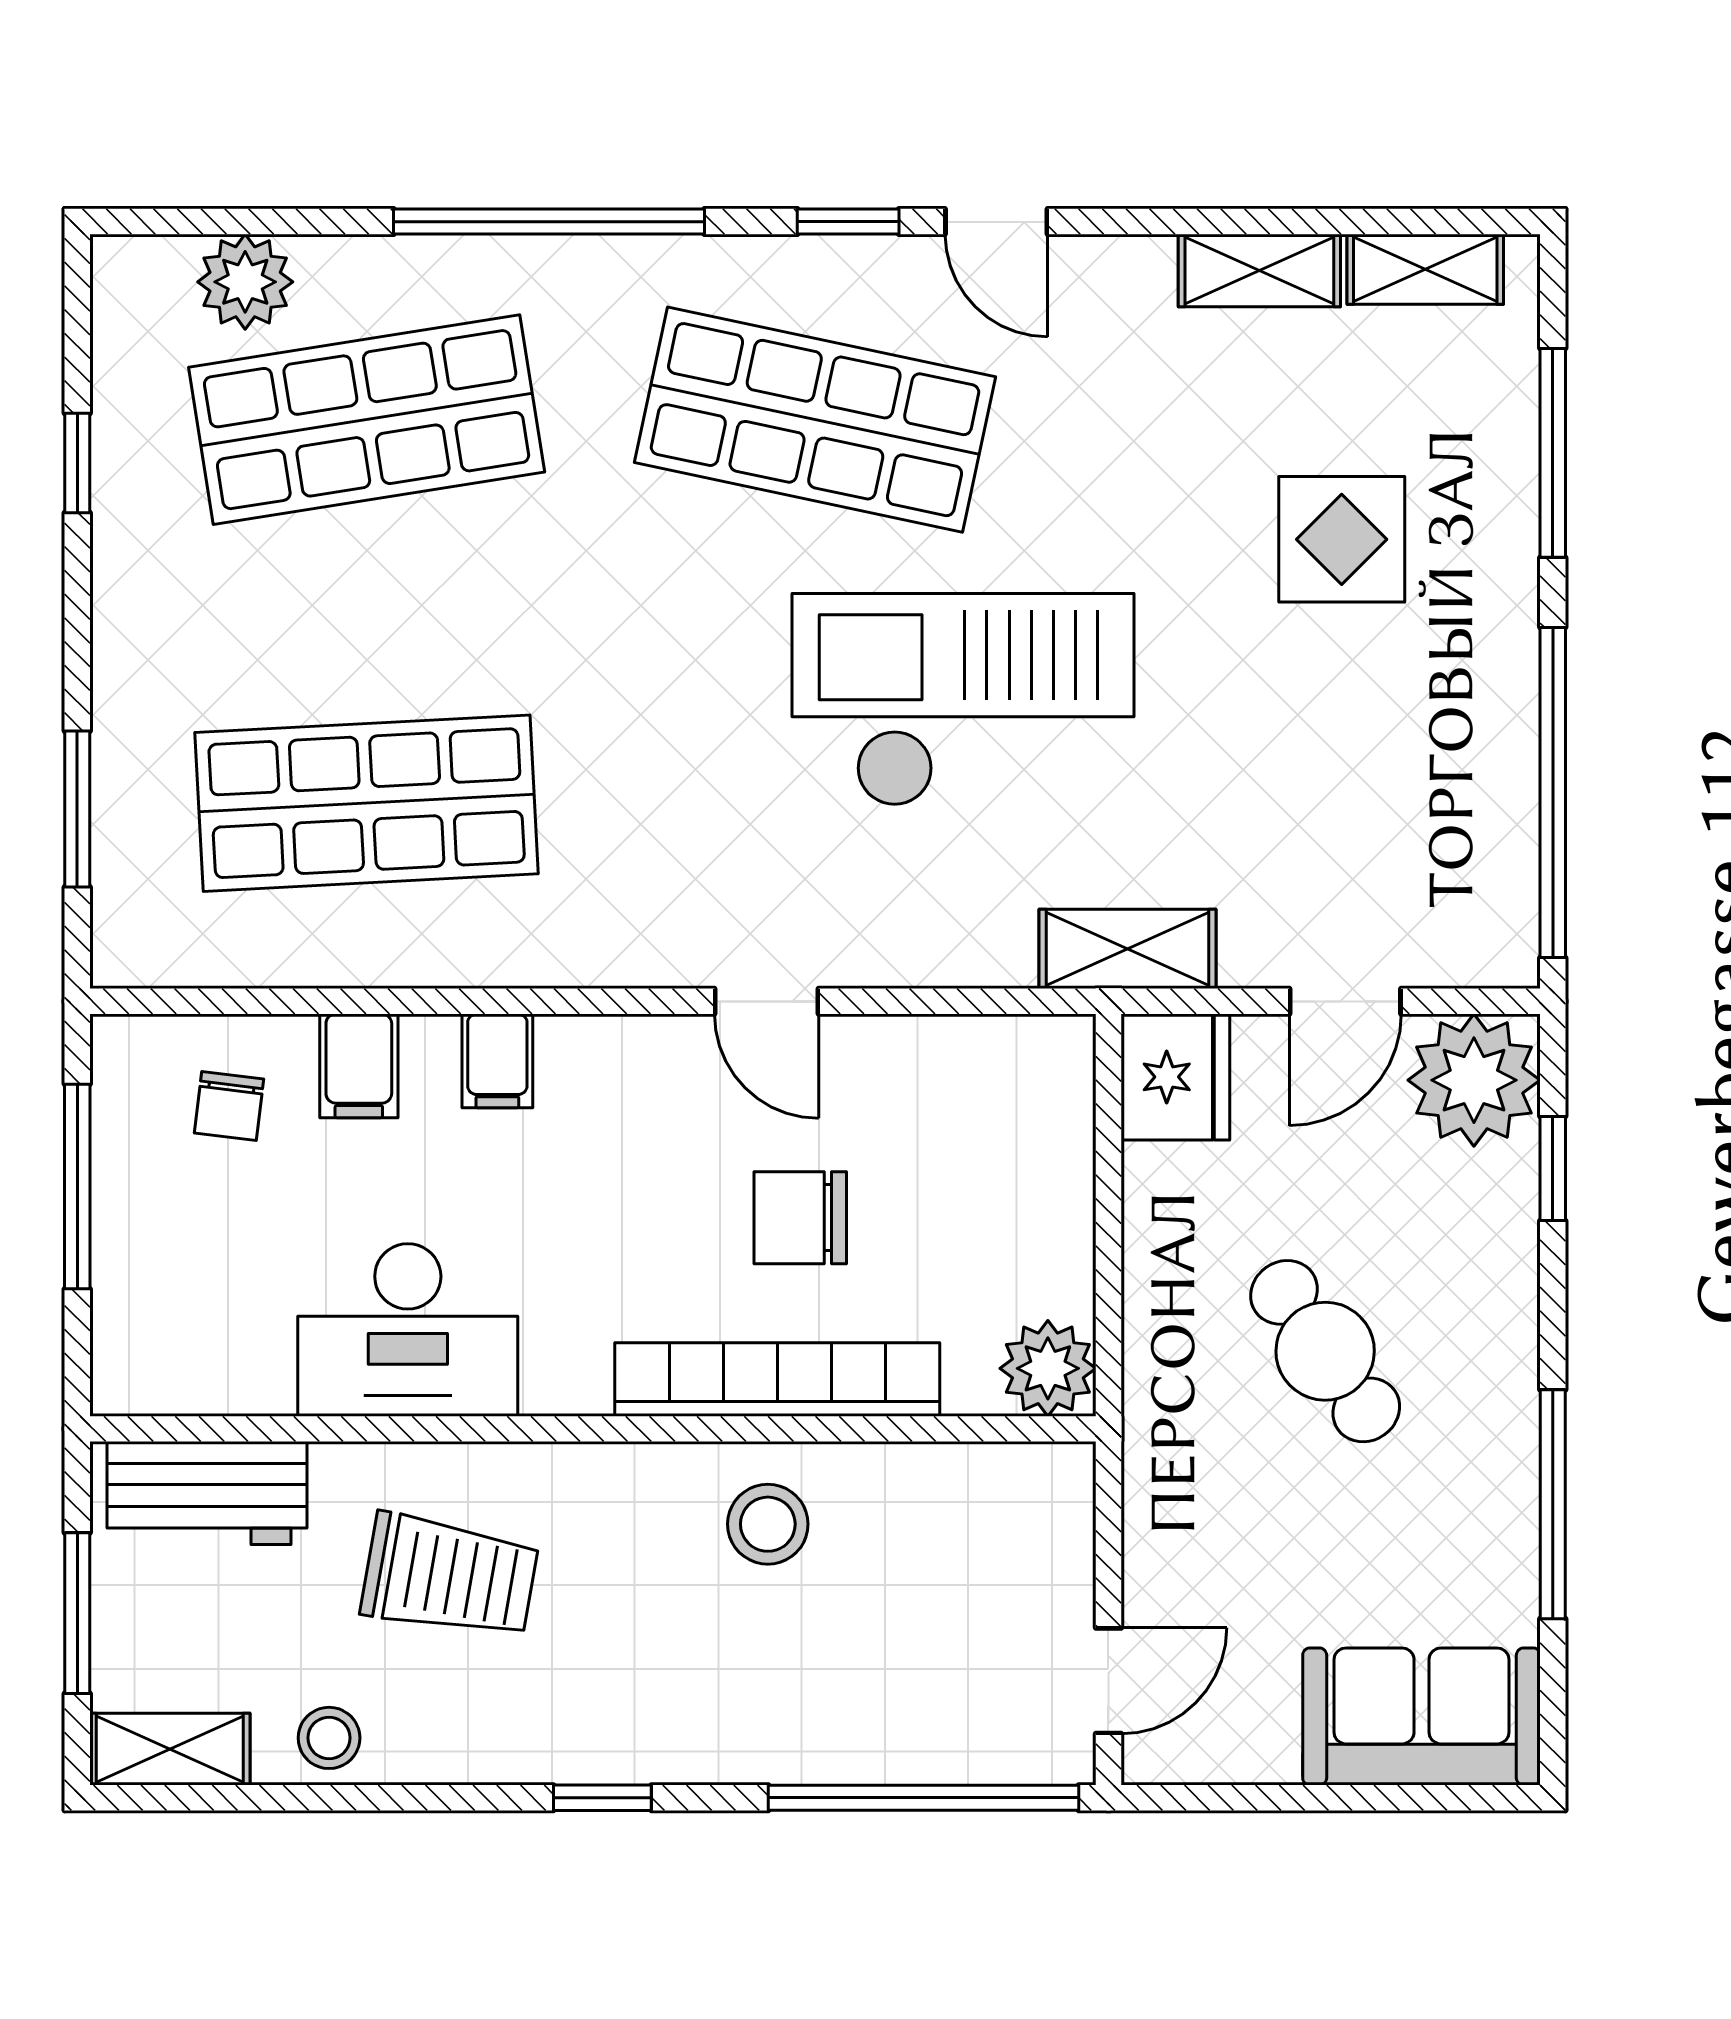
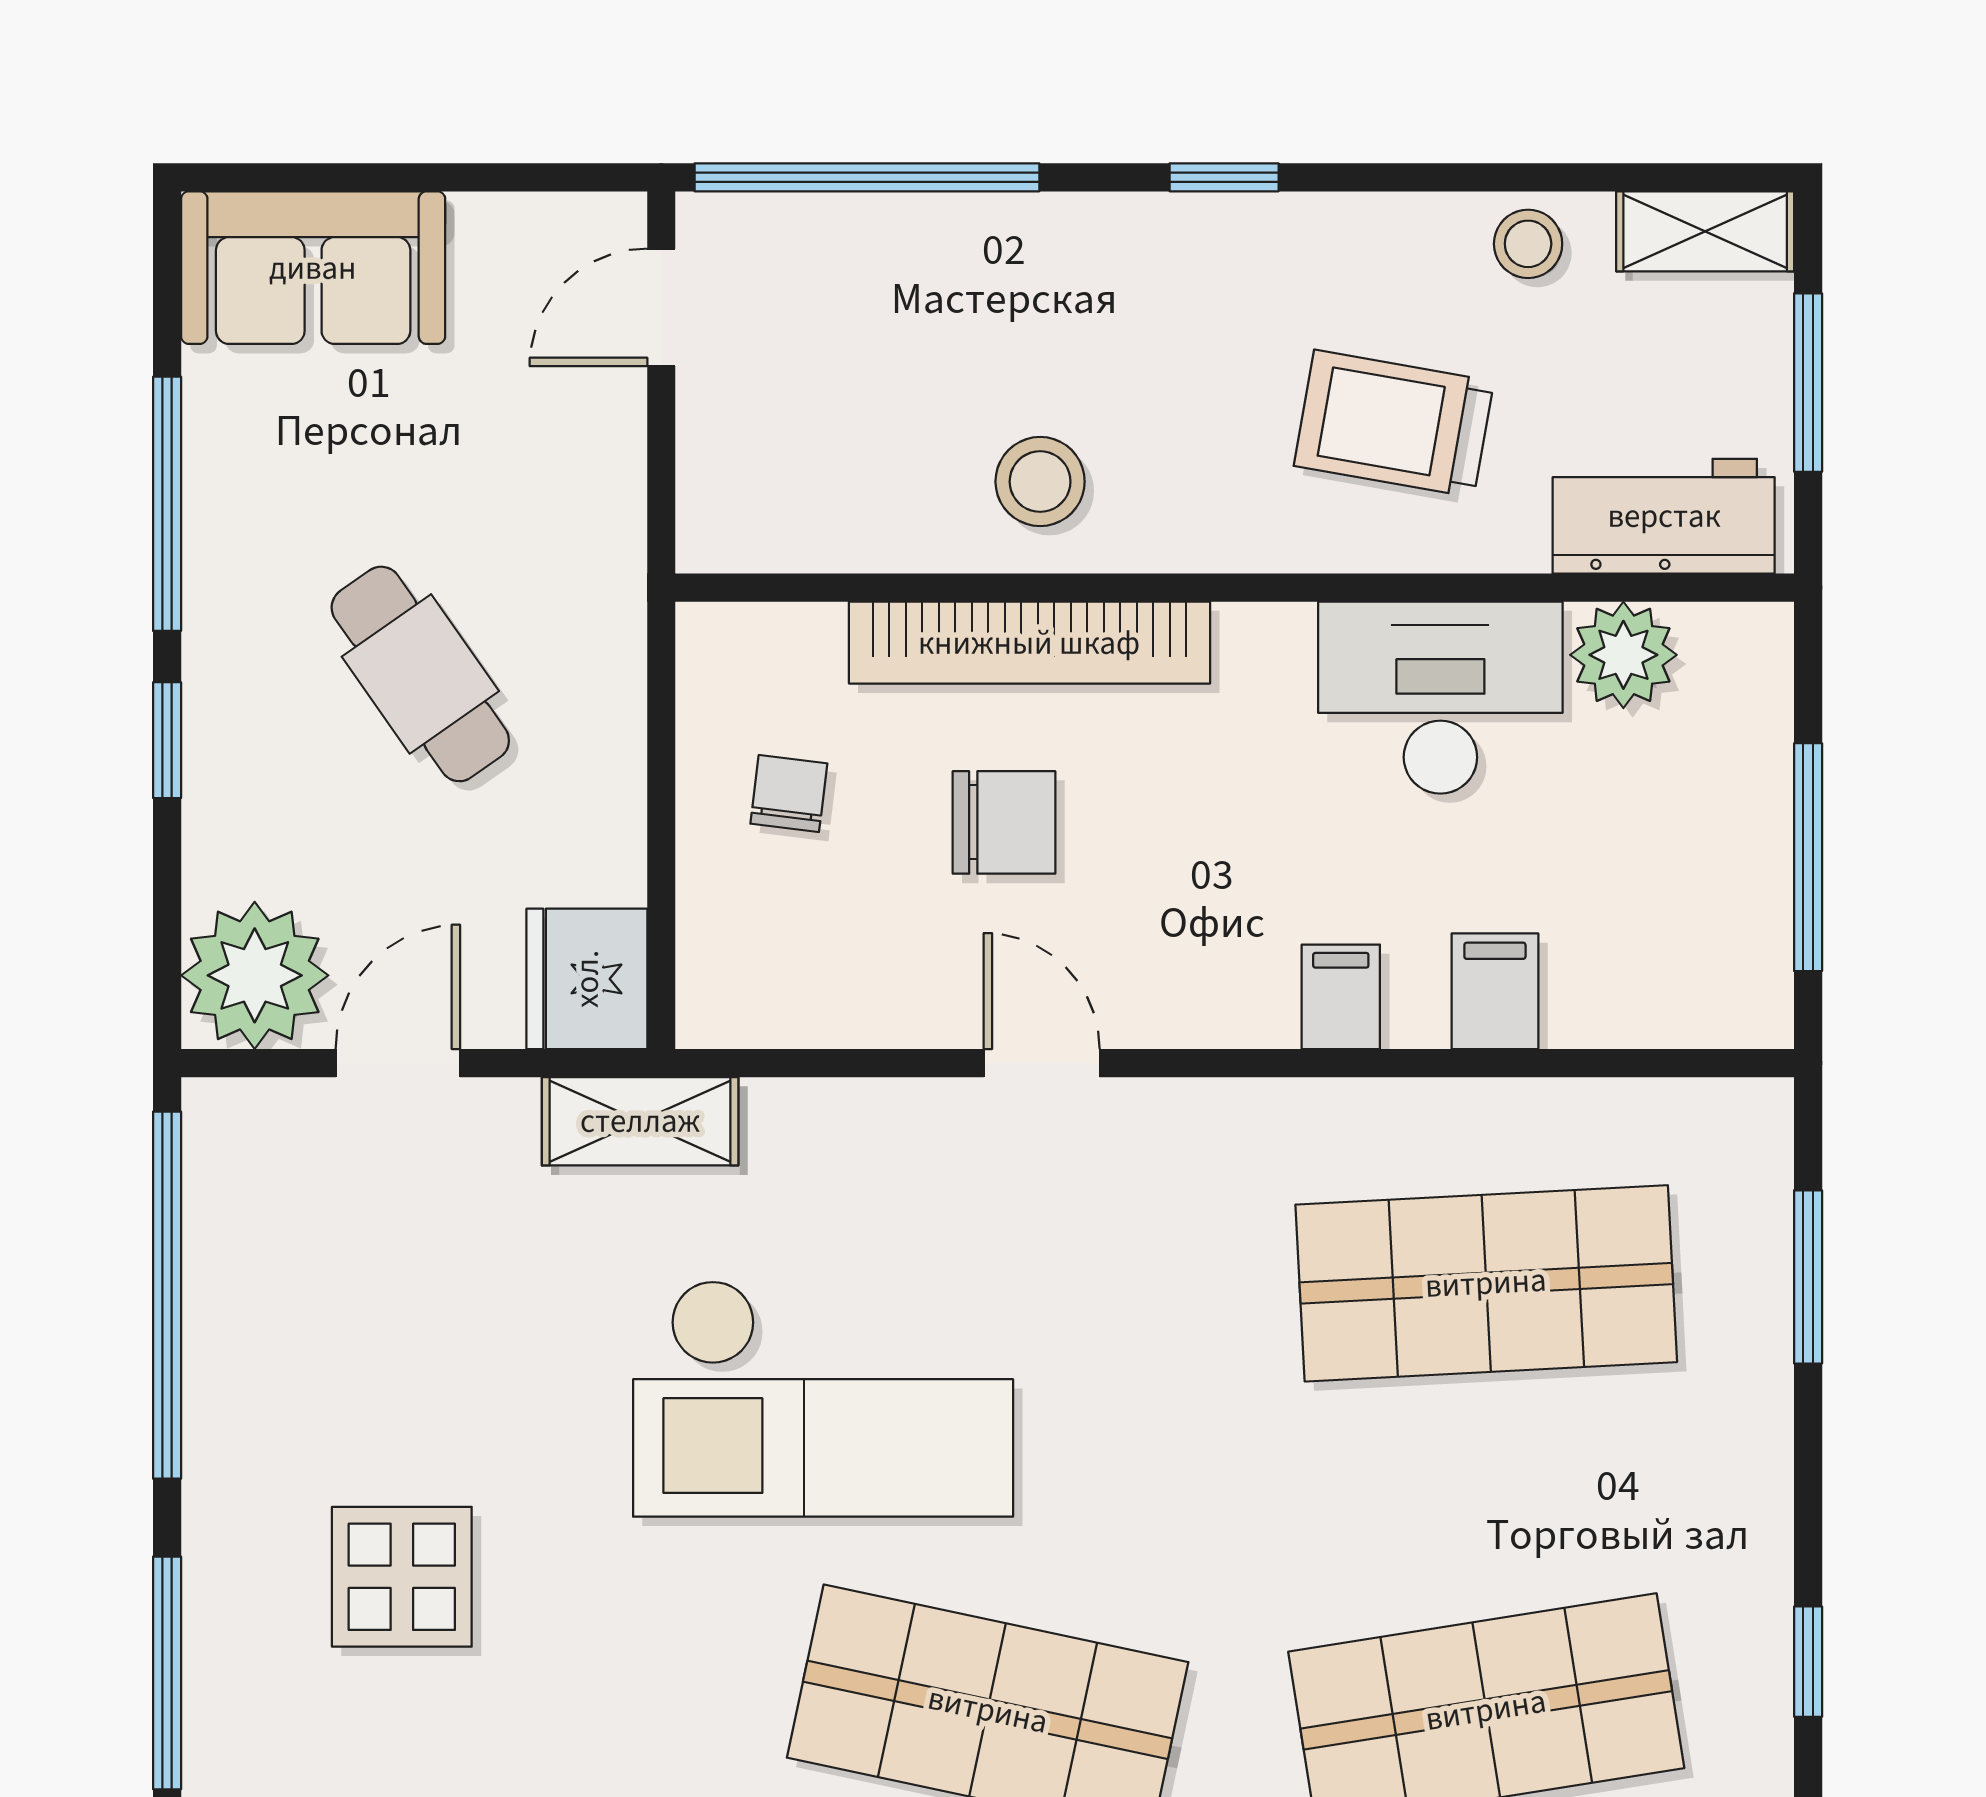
chair: (229, 1106) -> (789, 794), moved
window: (1553, 1169) -> (167, 740), moved
plant: (1048, 1368) -> (1623, 655), moved

